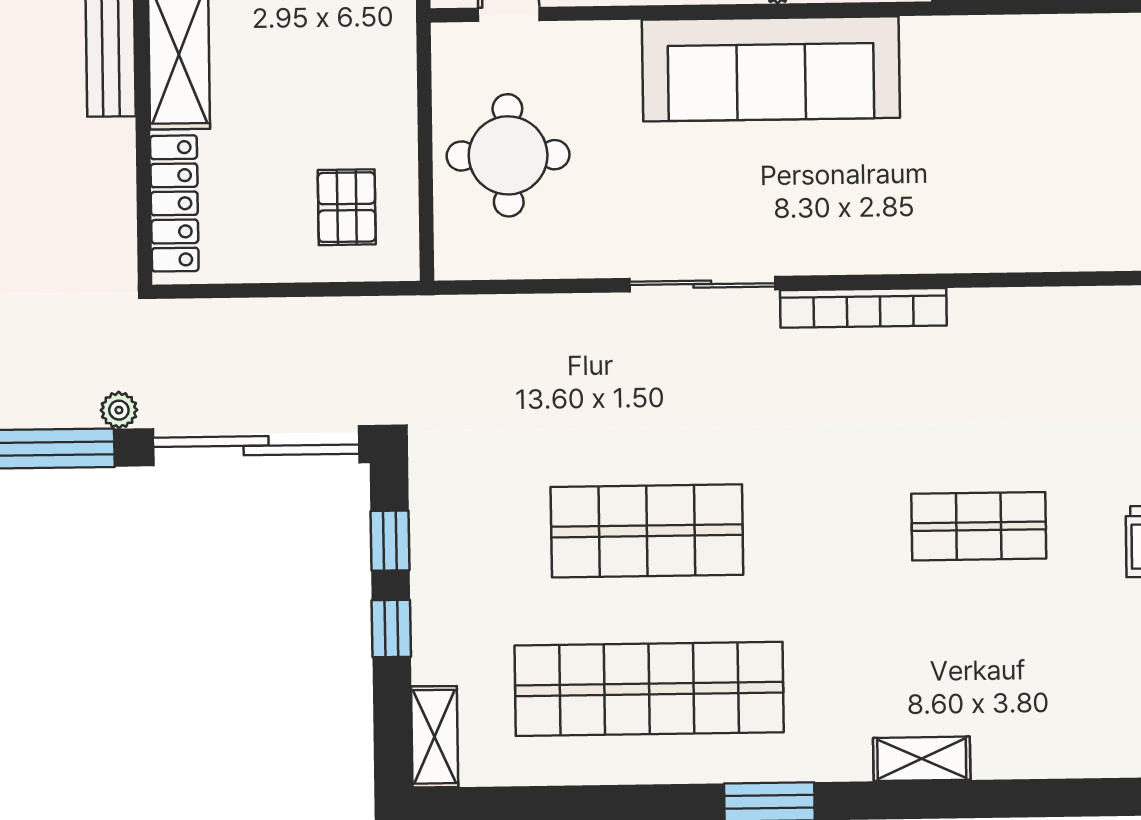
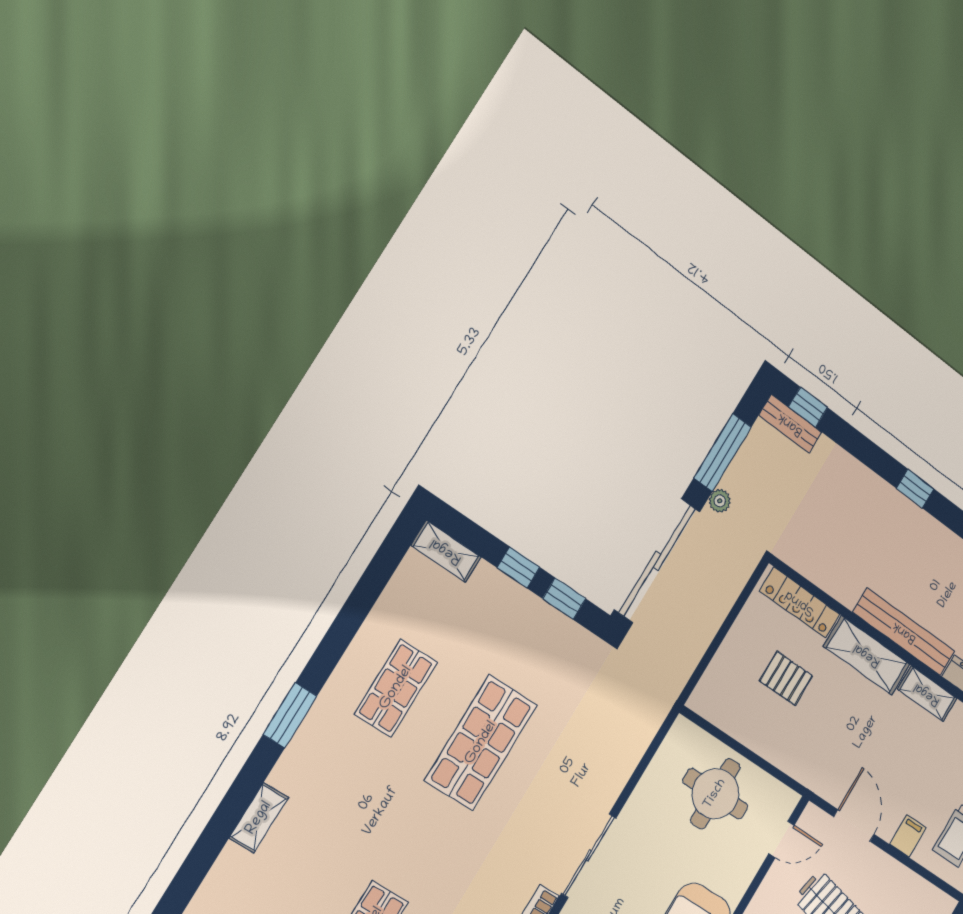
pallet: (347, 207) -> (786, 678), moved
shop shelf: (649, 689) -> (396, 688), width x0.50, depth x0.74

